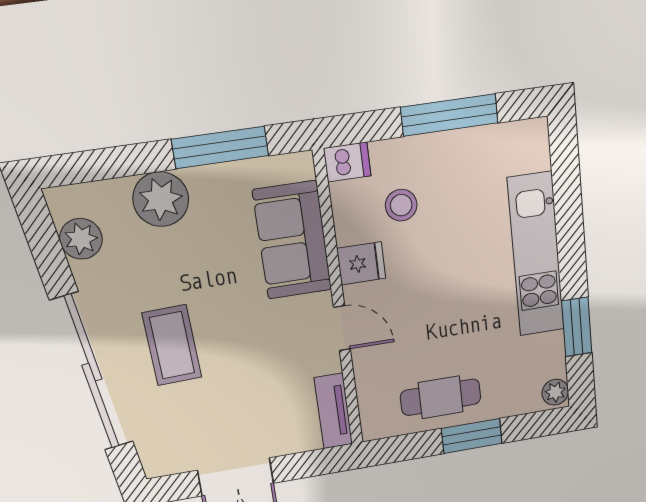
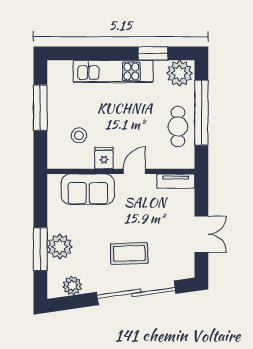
window: (220, 148) -> (40, 249), moved
dishwasher: (347, 162) -> (55, 158), removed
plant: (555, 392) -> (179, 73), width x1.87, depth x1.87
window: (472, 436) -> (201, 113), width x2.11

